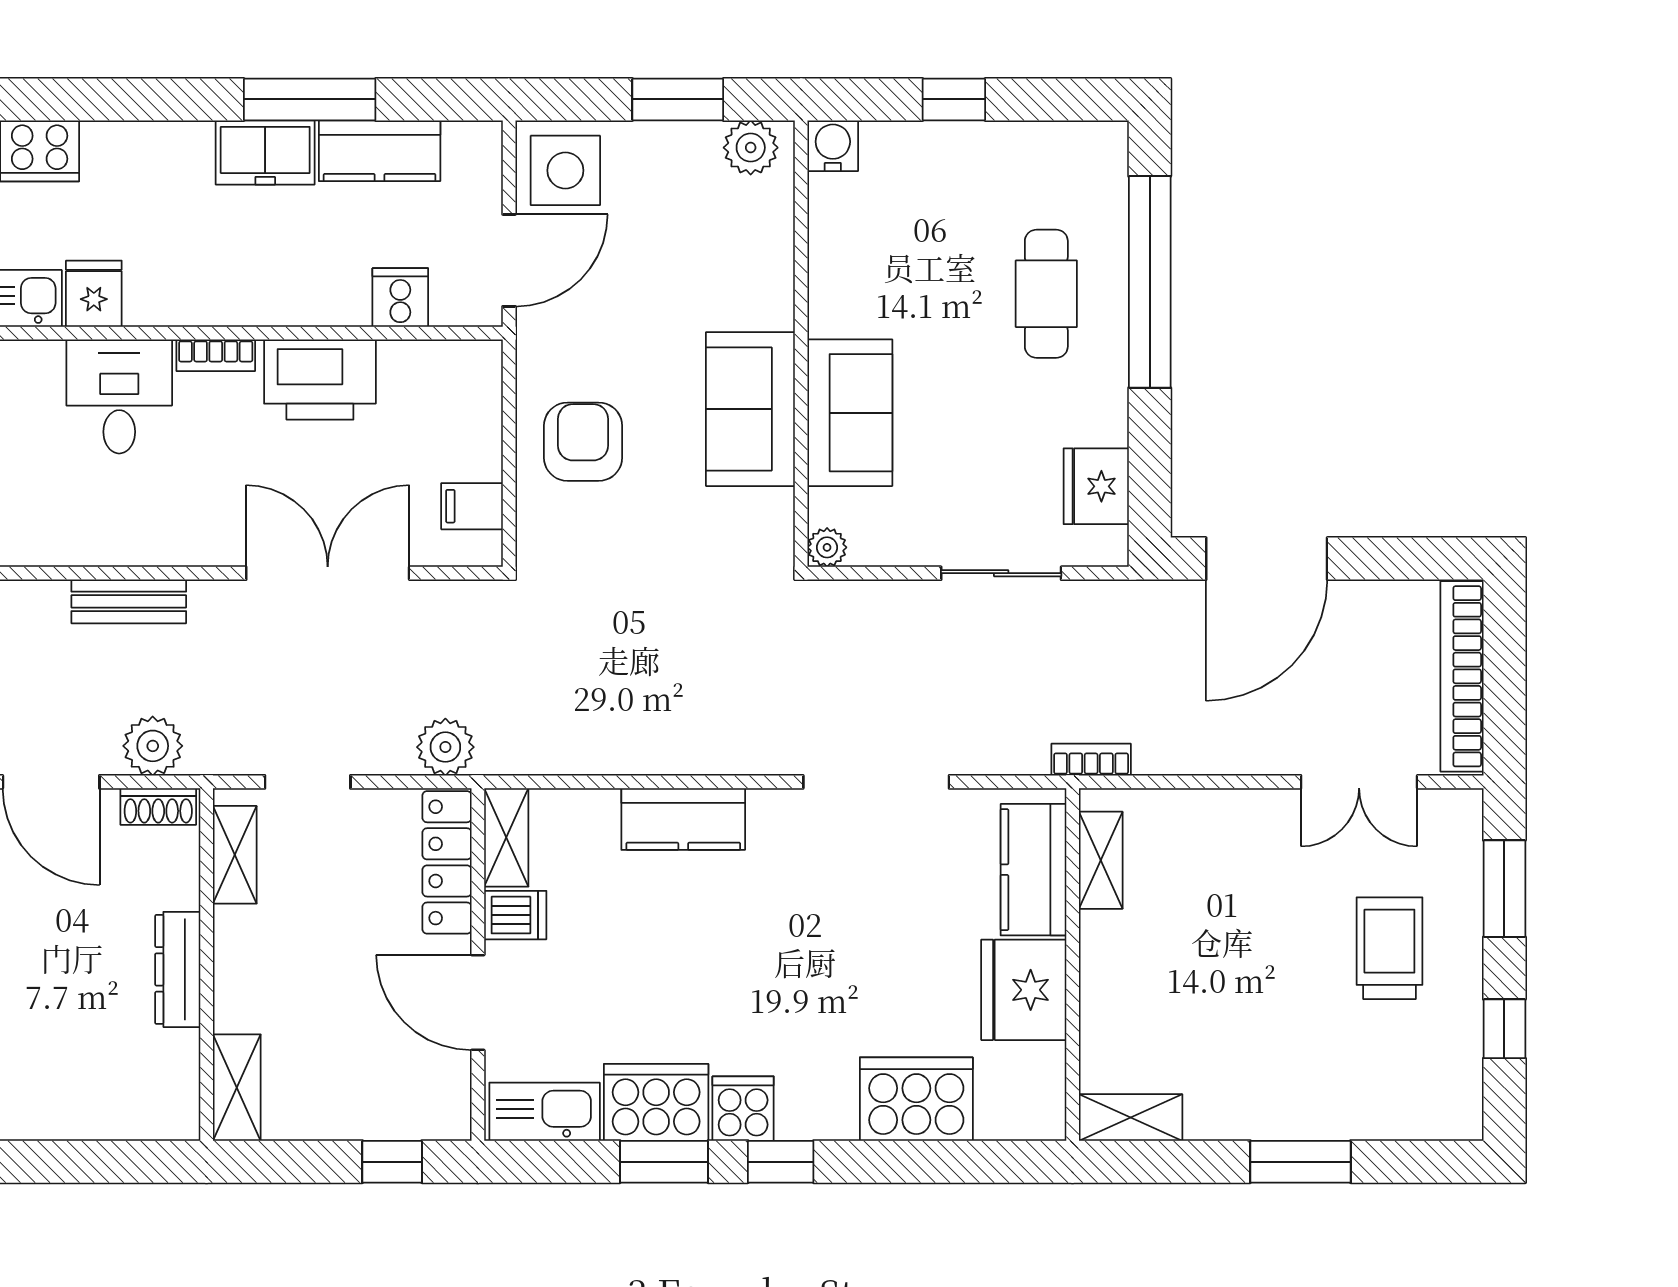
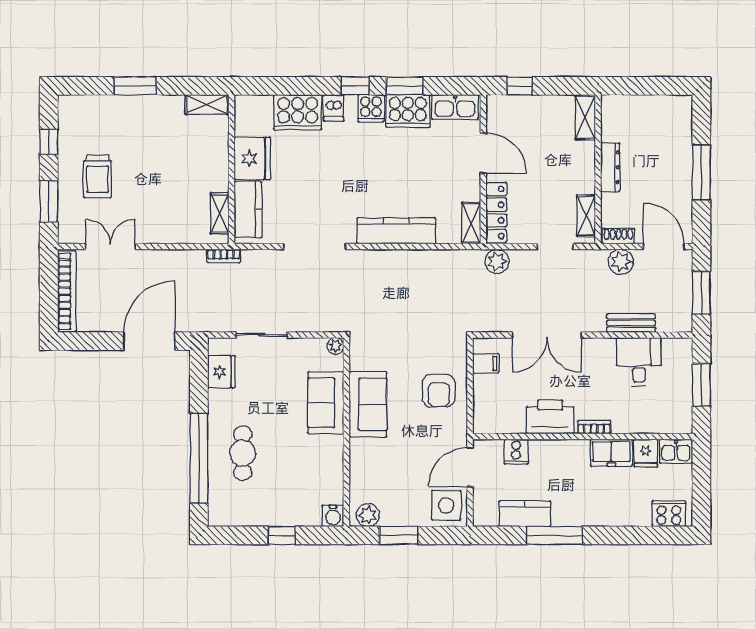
freezer: (265, 153) -> (611, 453), moved, turned 180
desk: (119, 396) -> (639, 362), moved, turned 180
kitchen counter: (683, 819) -> (396, 231), width x1.50
dishwasher: (515, 915) -> (334, 108), moved, turned -90

